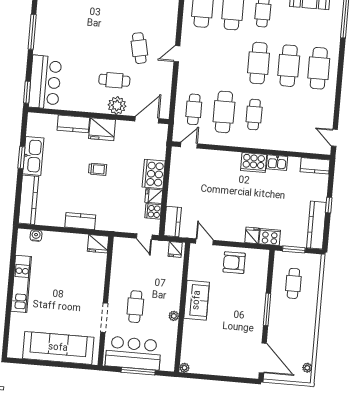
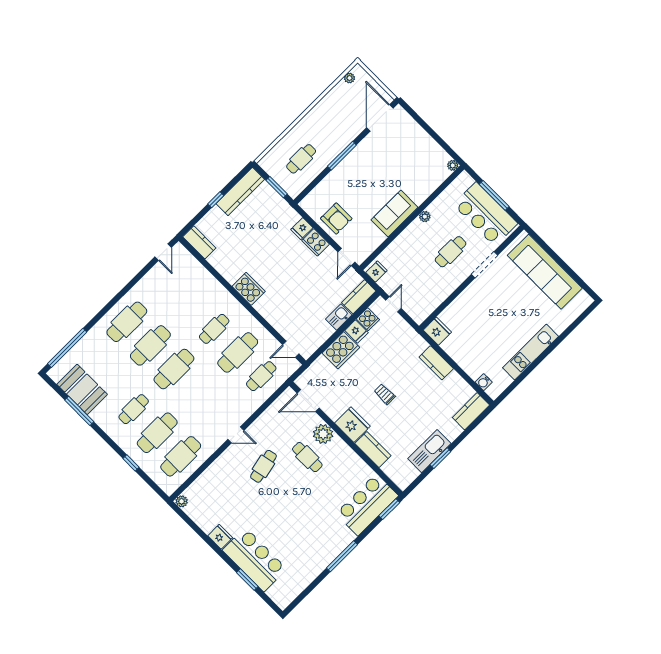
kitchen sink: (277, 163) -> (339, 317), moved, turned -90
kitchen counter: (28, 200) -> (471, 411), width x0.67
cooker: (270, 237) -> (316, 242), moved

